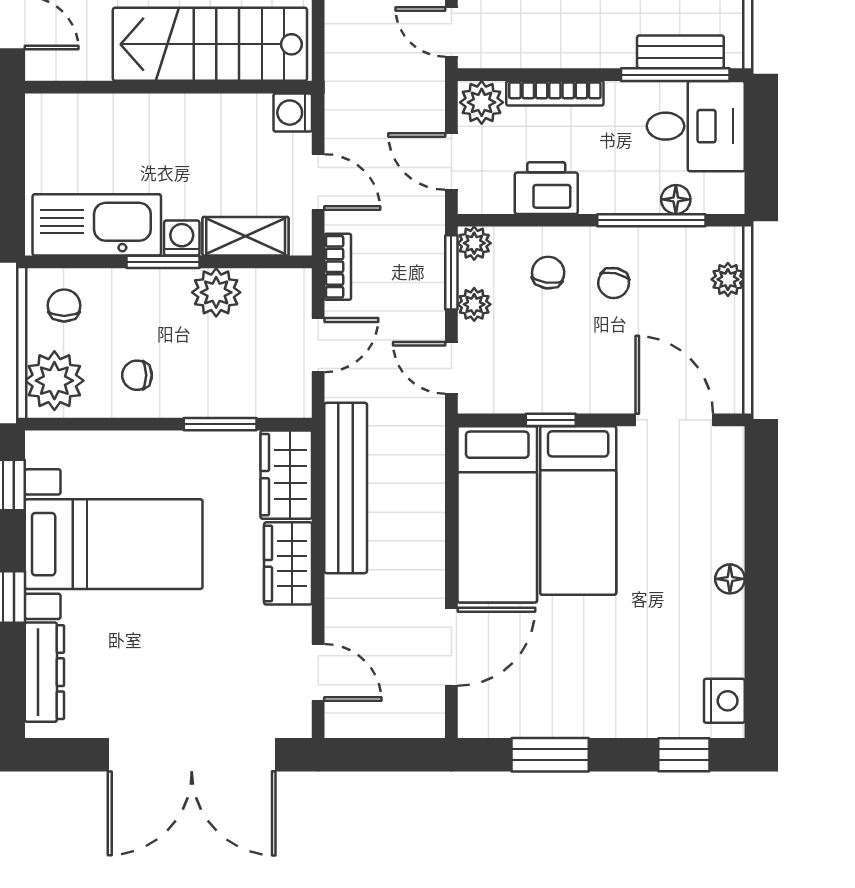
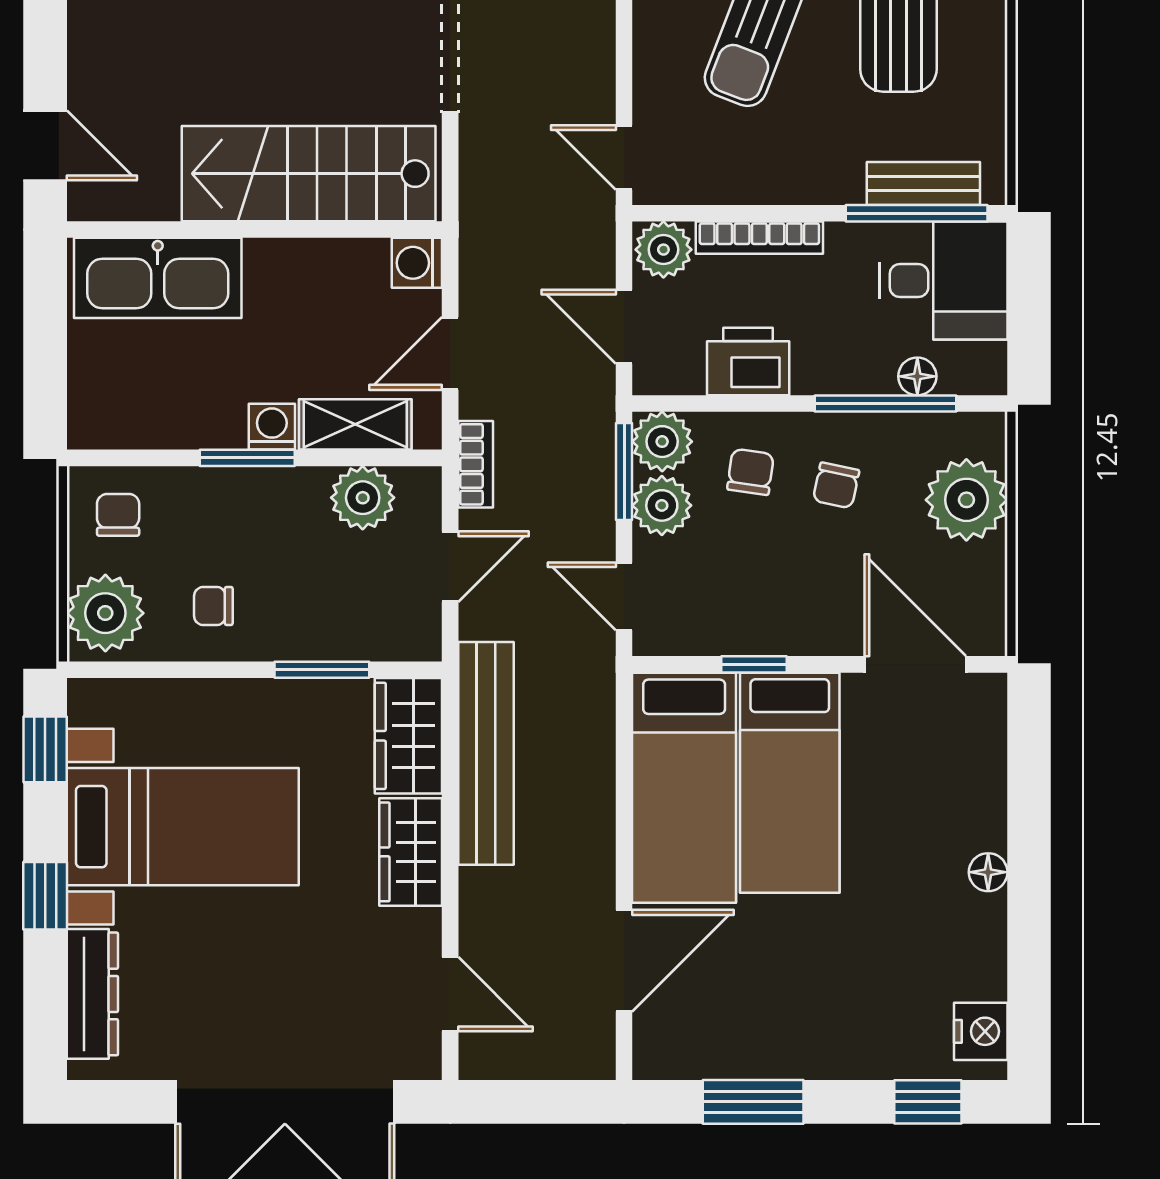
door: (318, 182) -> (450, 353), swing flipped
kitchen sink: (97, 225) -> (158, 278), moved, turned 180
plant: (474, 243) -> (662, 442), width x1.38, depth x1.38
plant: (728, 279) -> (966, 500), width x1.88, depth x1.88
plant: (216, 292) -> (363, 498), moved
plant: (474, 304) -> (662, 505), width x1.38, depth x1.38

